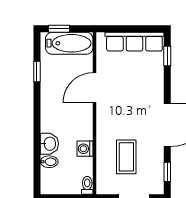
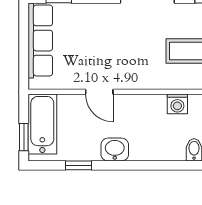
door: (94, 88) -> (99, 92), width x0.73
washbasin: (49, 144) -> (115, 150), moved

